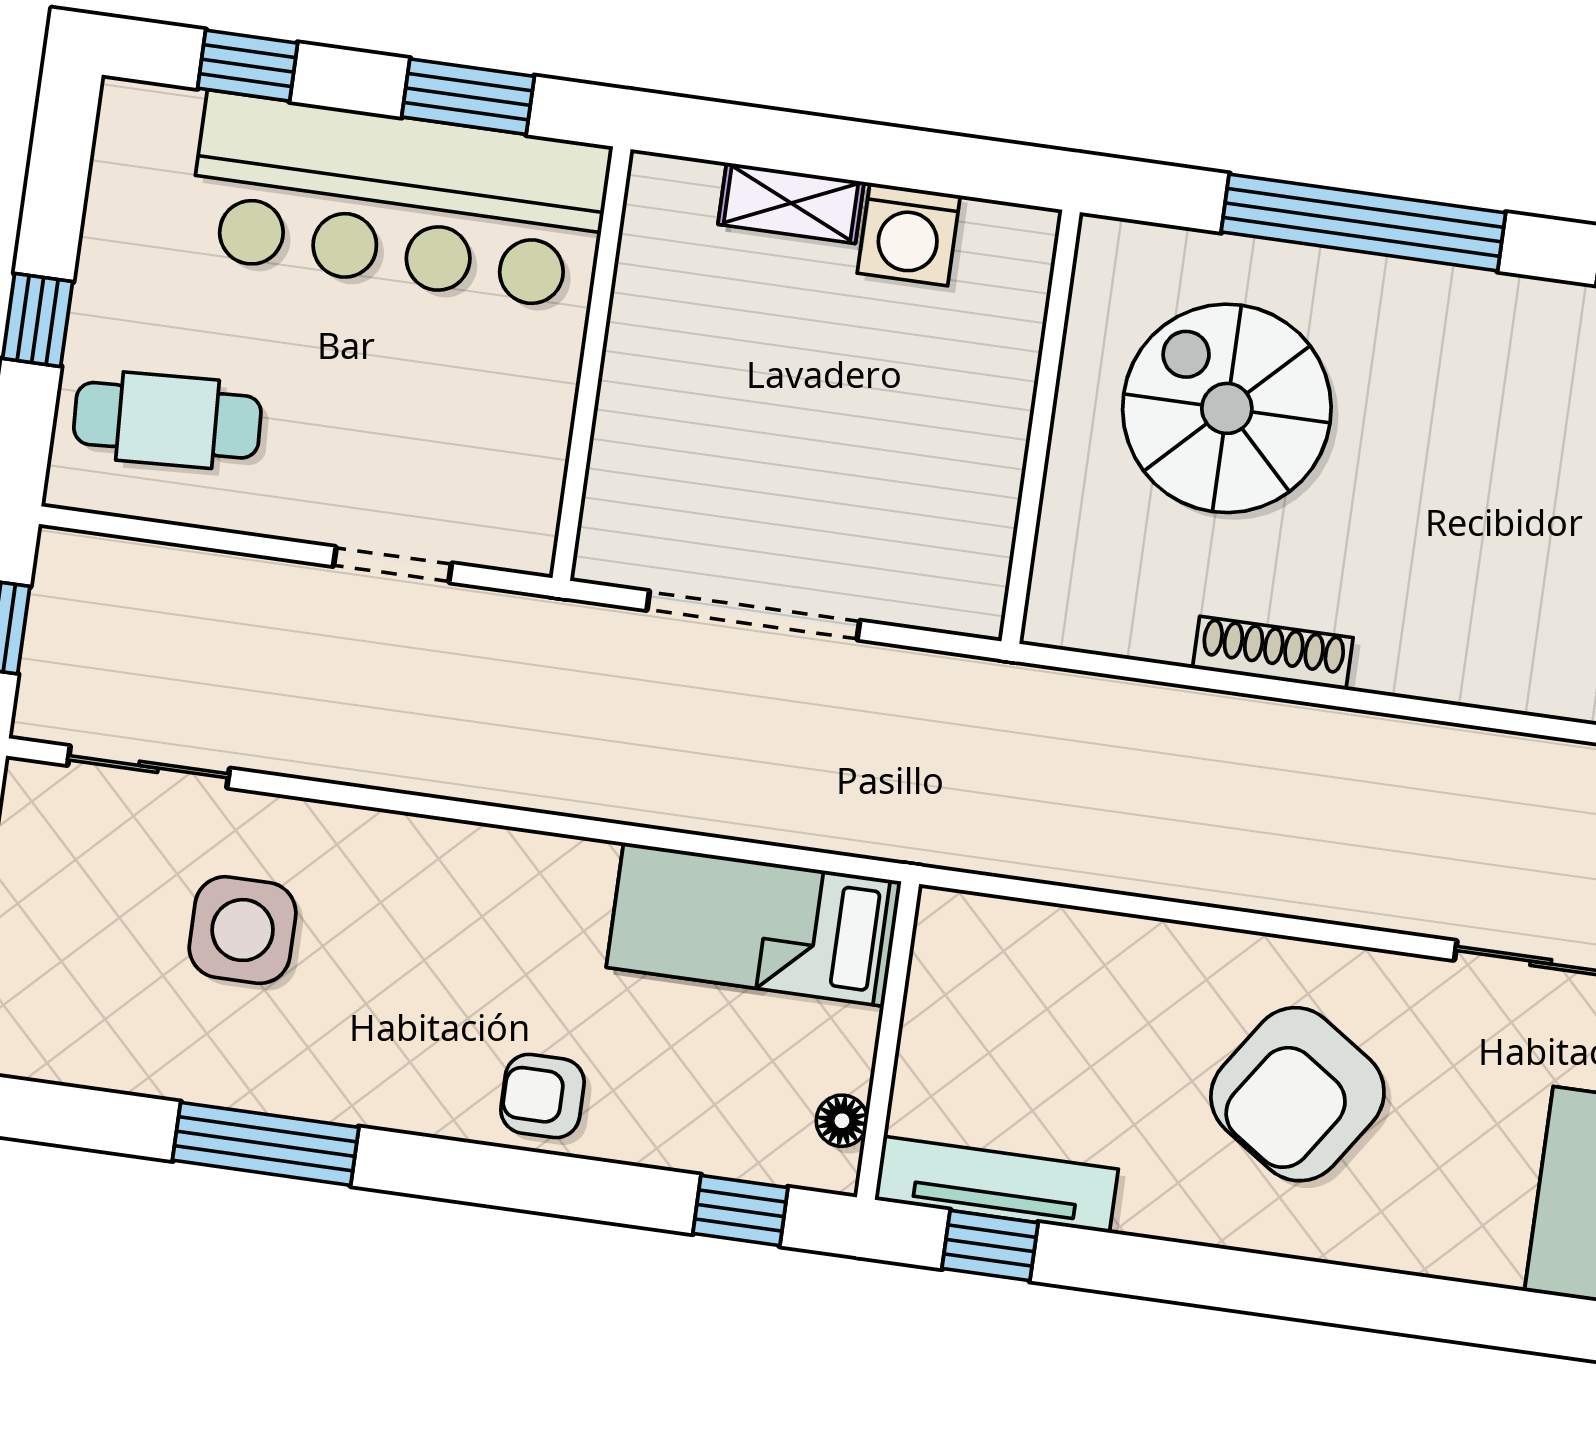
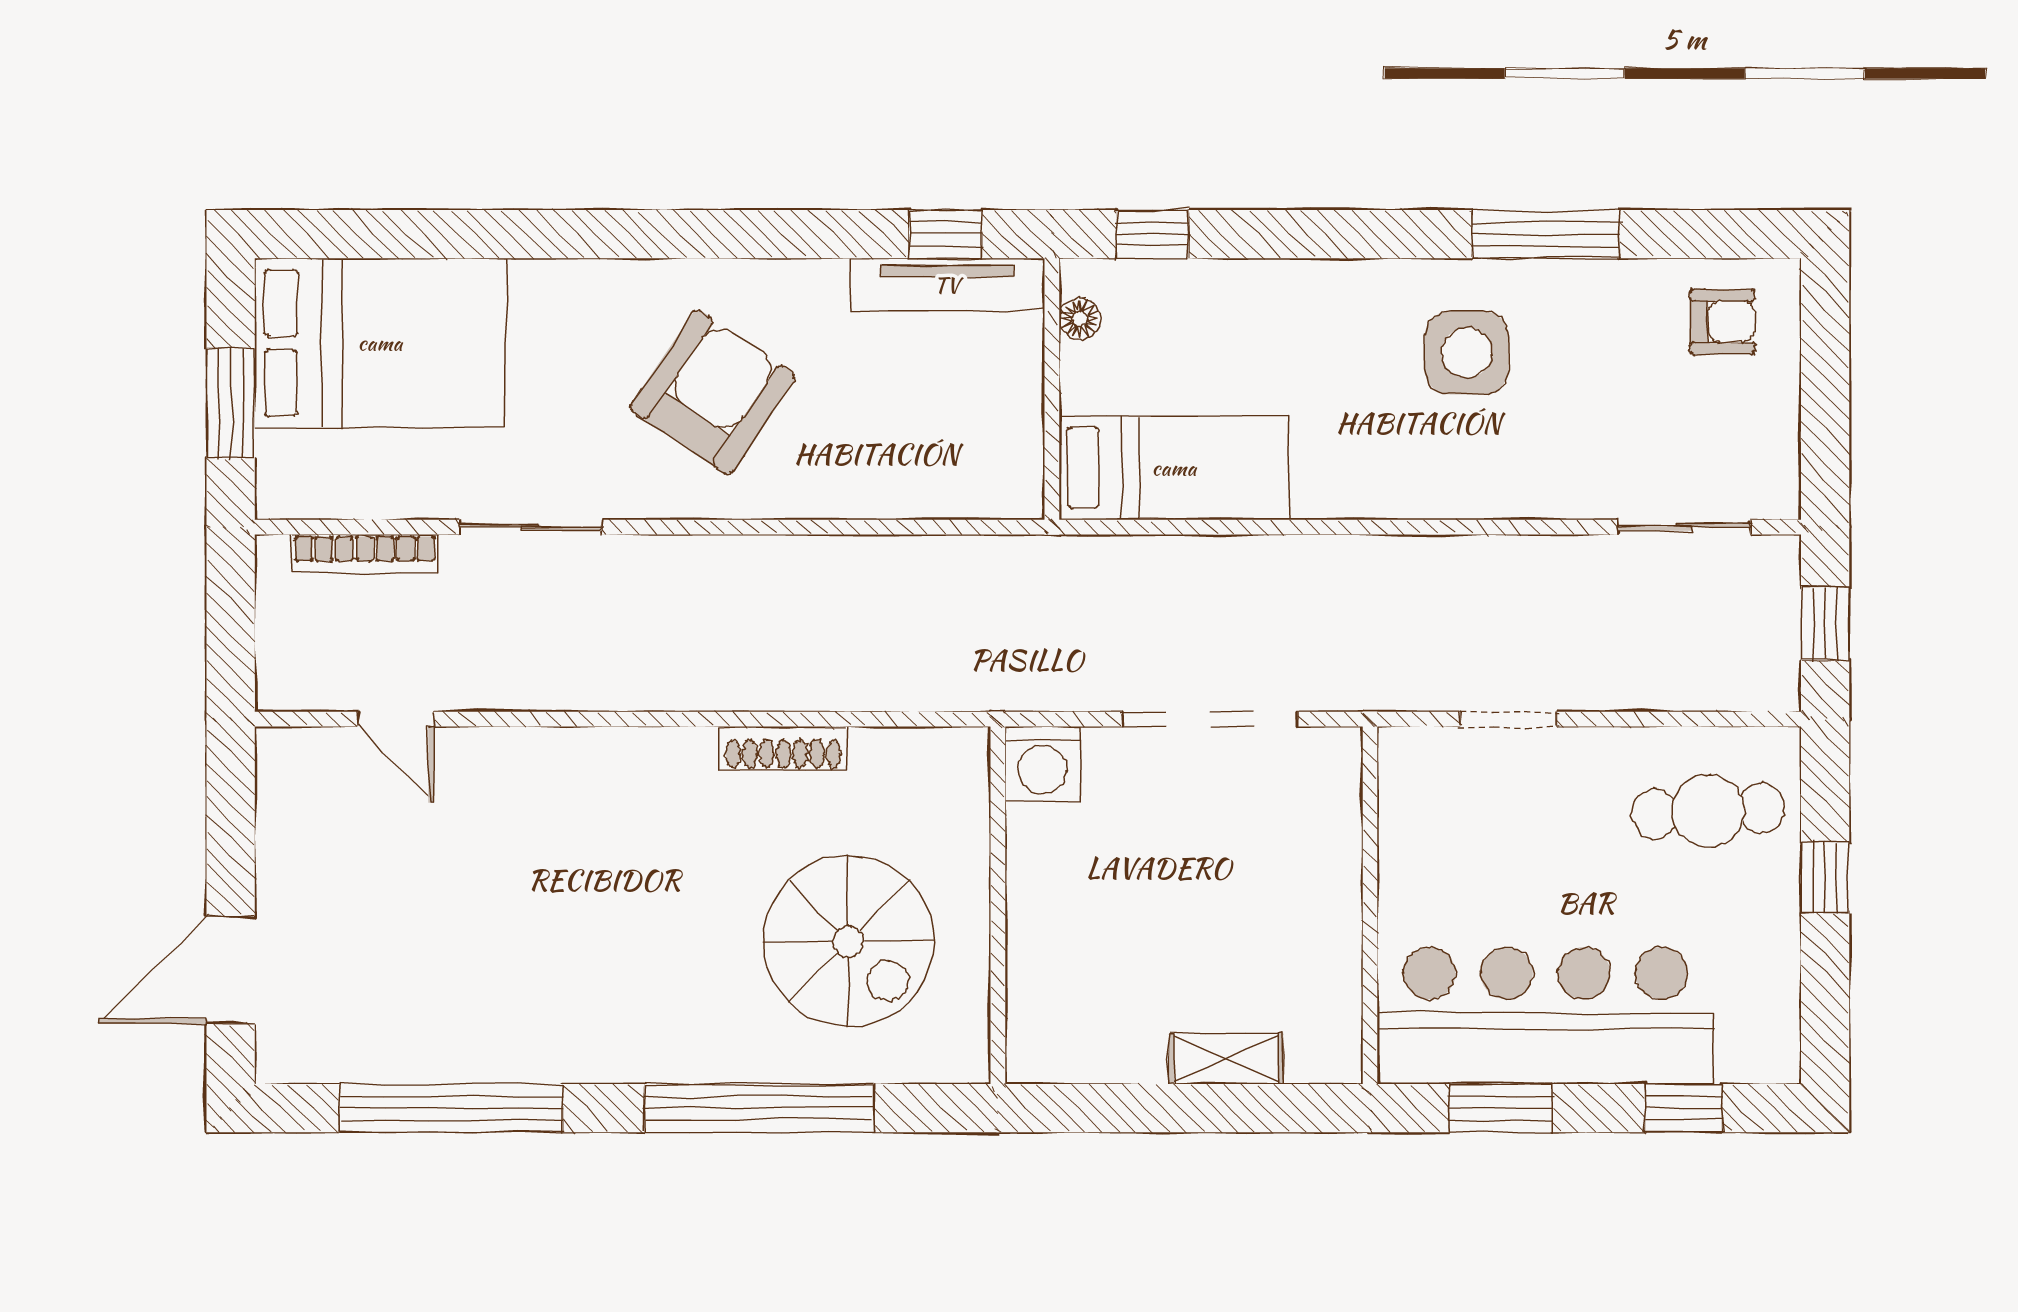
washing machine: (909, 234) -> (1043, 764), moved, turned 180
side table: (243, 930) -> (1467, 353), moved
armchair: (542, 1096) -> (1722, 322), moved

